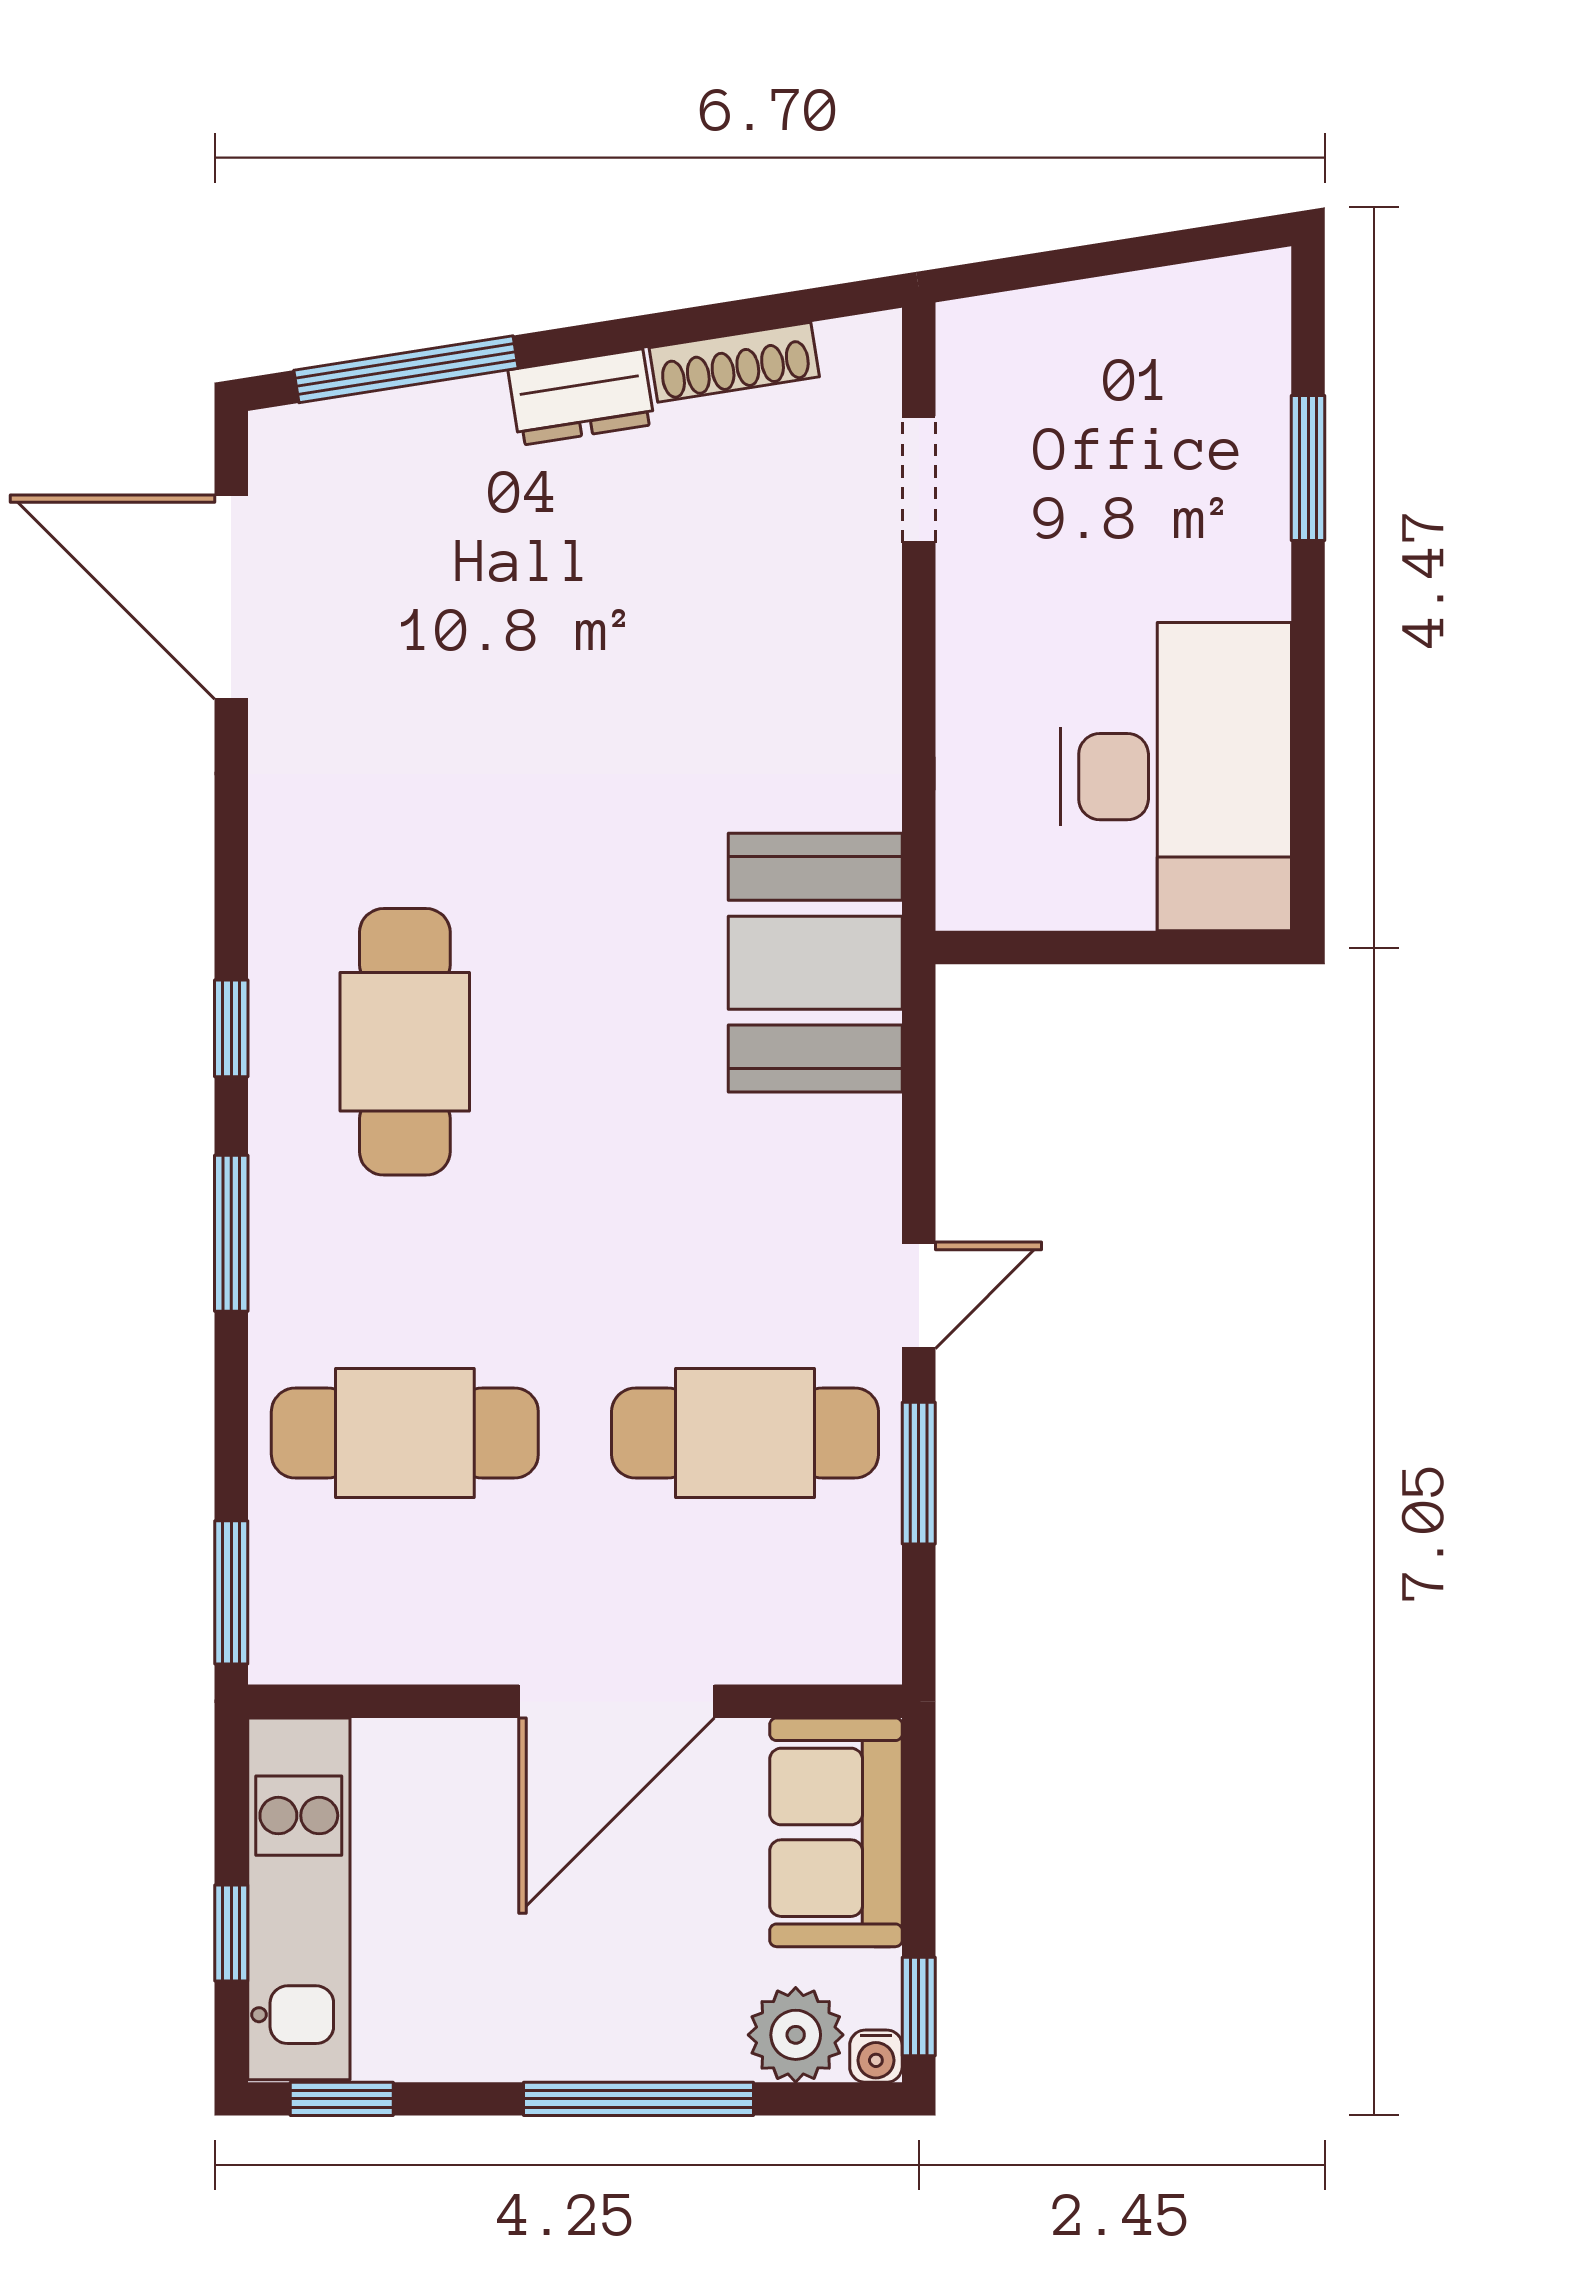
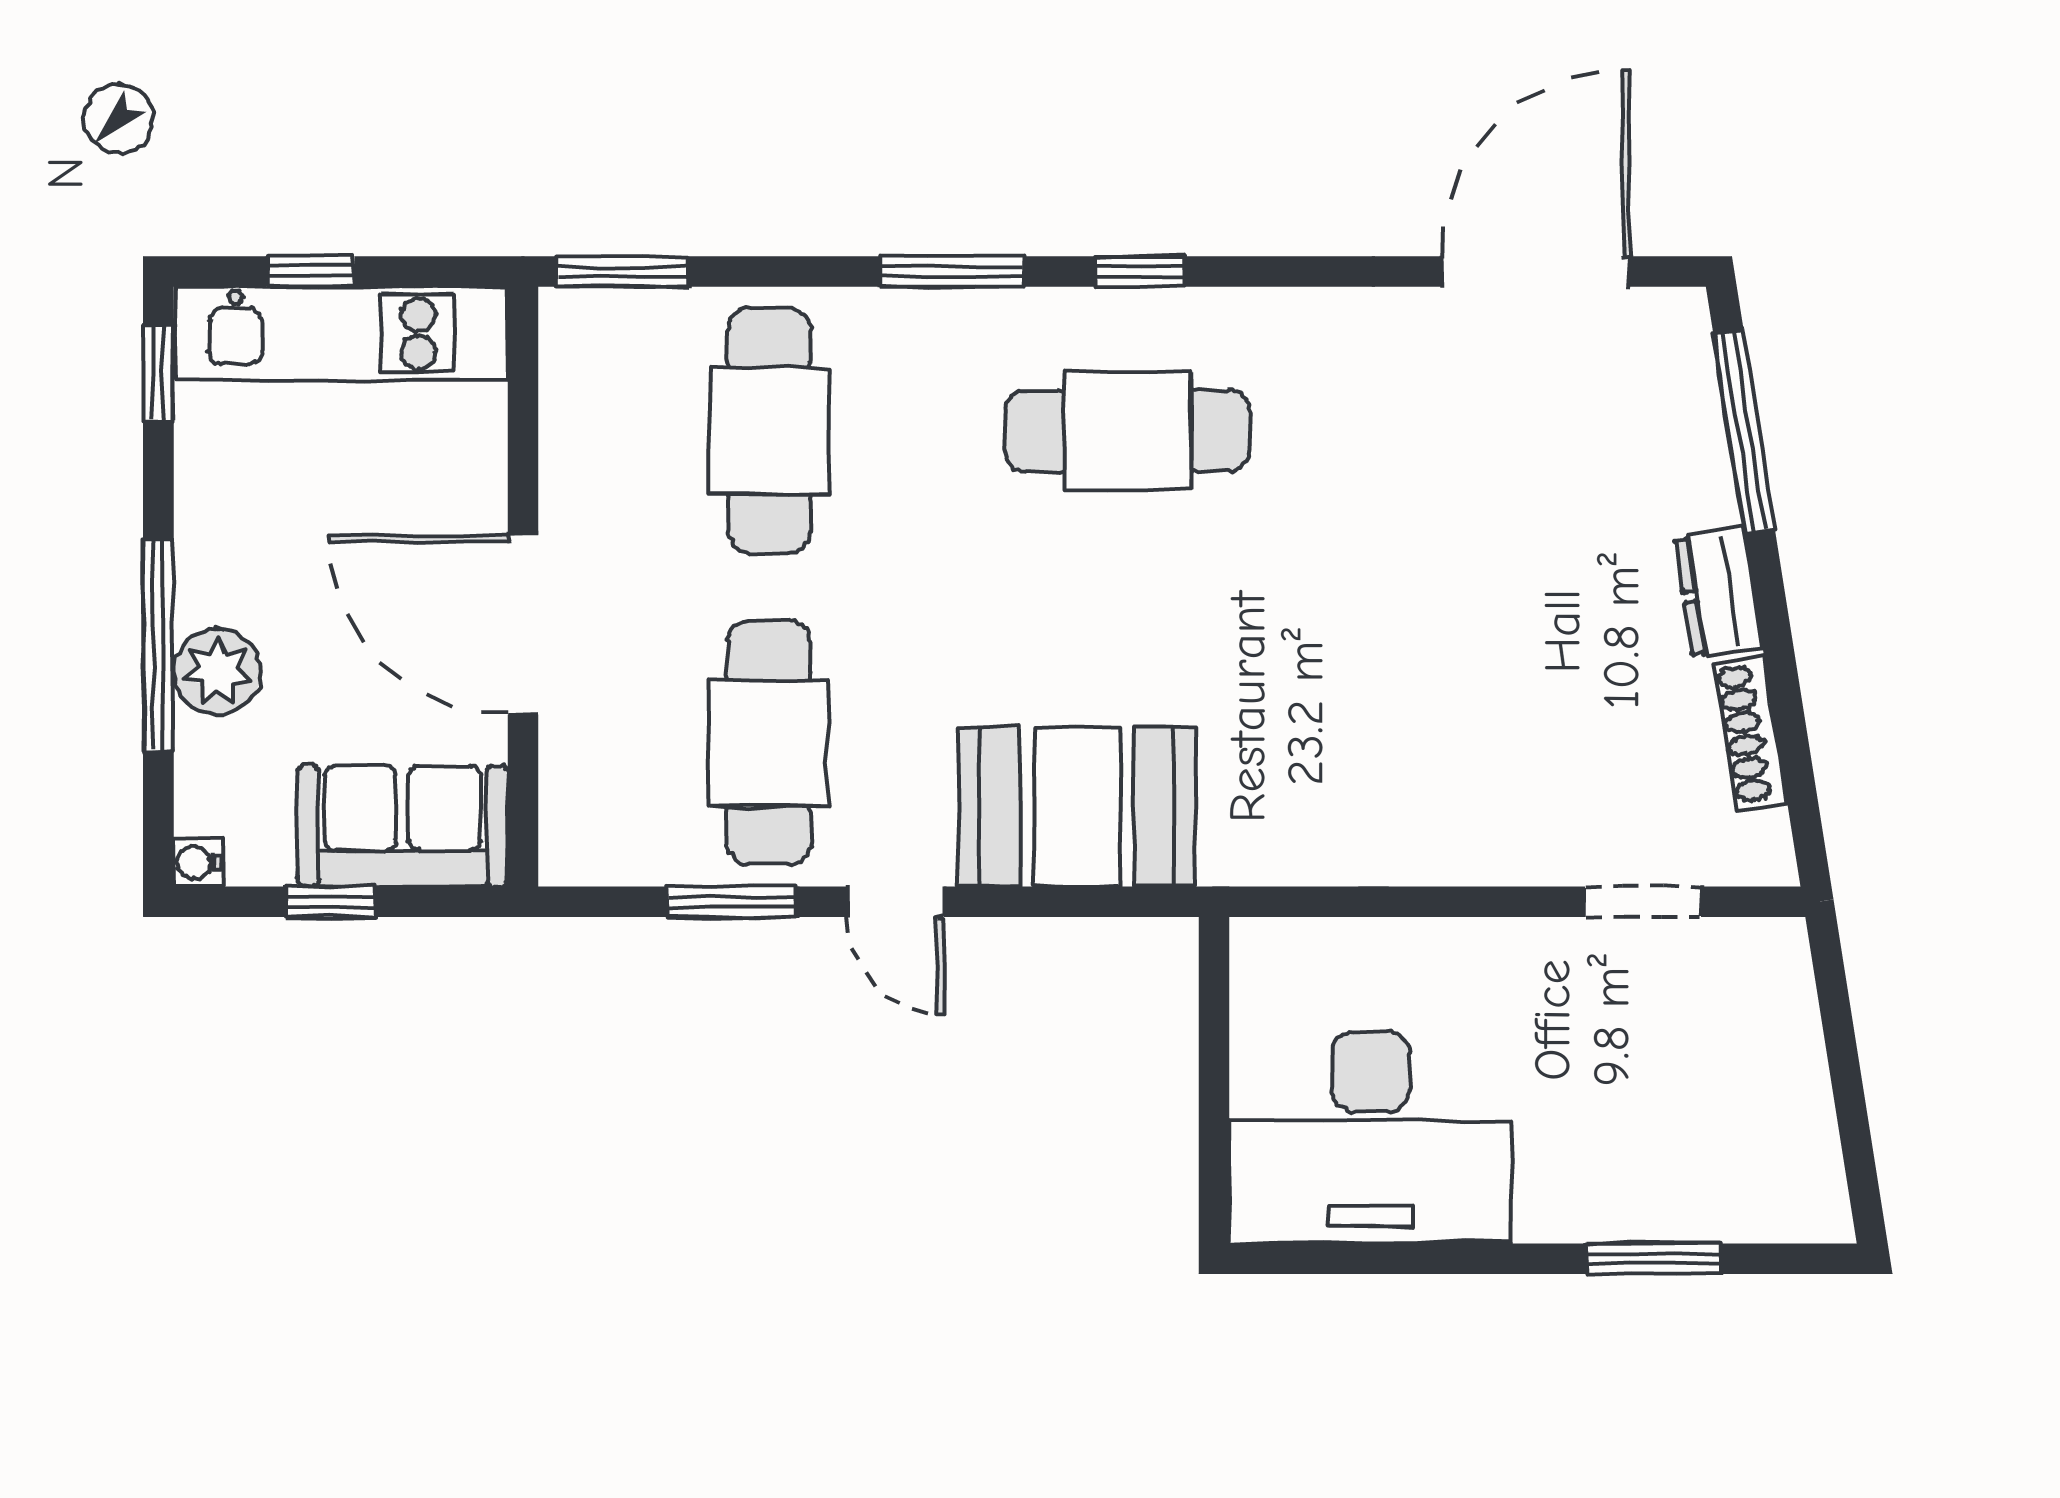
booth: (815, 963) -> (1077, 807), moved
window: (919, 2006) -> (331, 902), moved
plant: (796, 2035) -> (217, 672), moved

